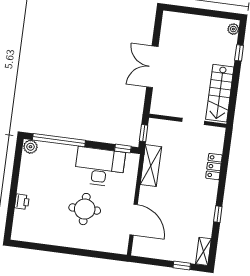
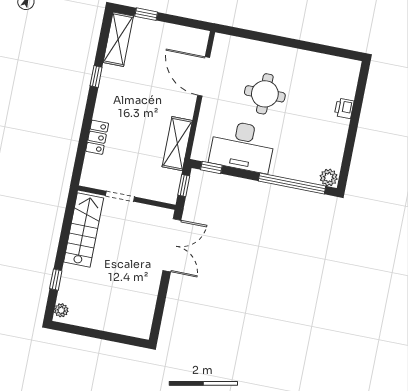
double door: (152, 67) -> (172, 245), moved
shelving: (203, 251) -> (118, 39), width x1.50, depth x1.33

